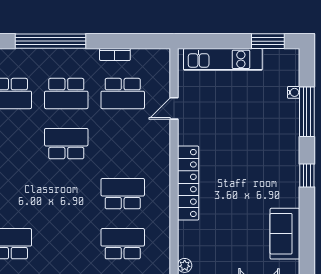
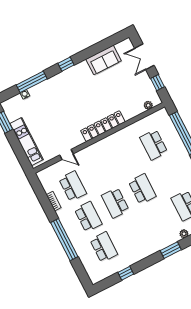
school desk: (123, 194) -> (142, 189), moved, turned 180

